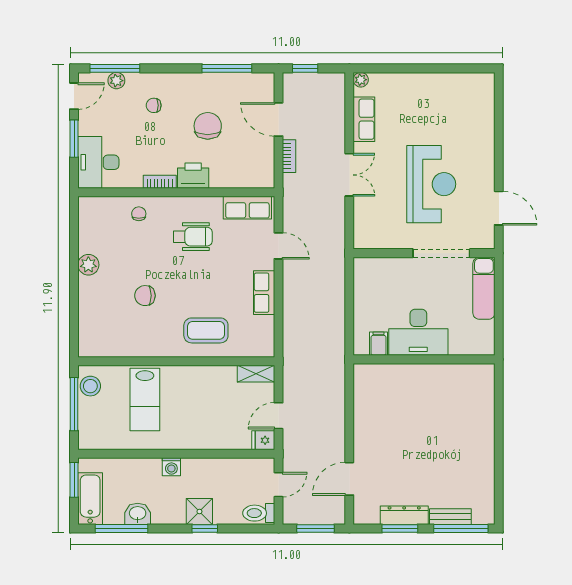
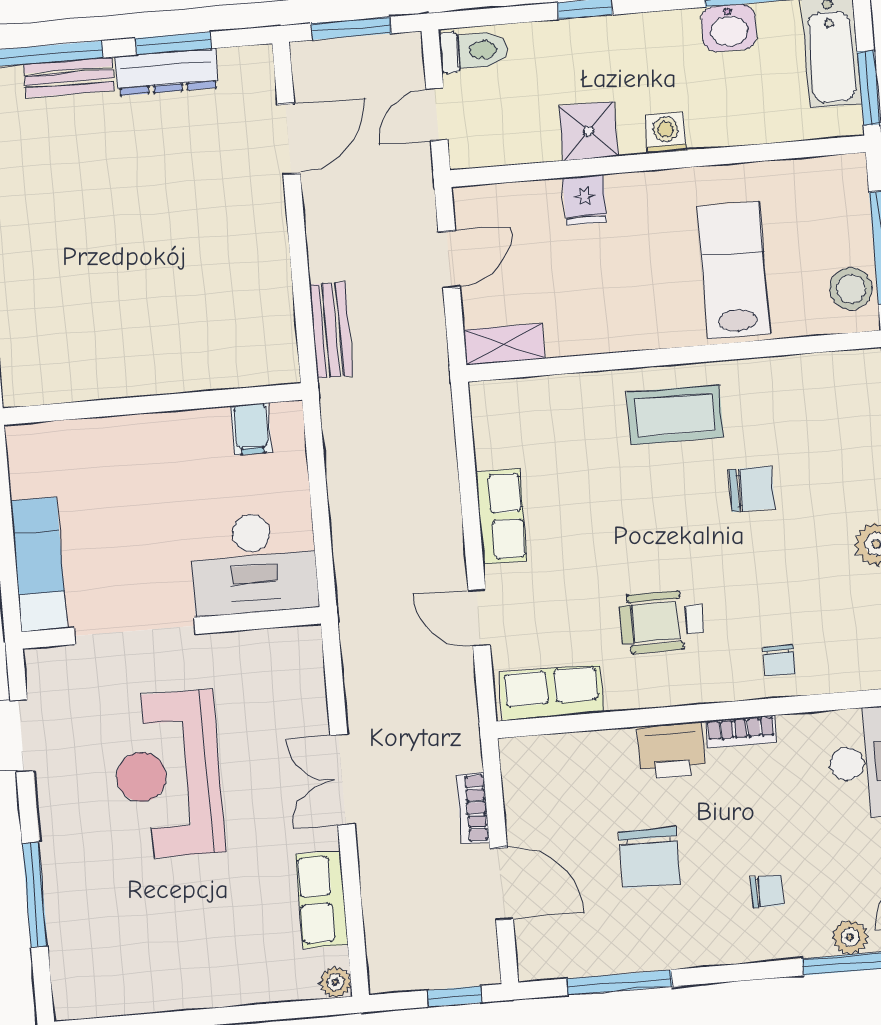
window: (499, 133) -> (35, 895), added
coffee table: (206, 330) -> (675, 415), moved
desk: (418, 332) -> (254, 563), moved, turned 180
bench: (337, 387) -> (331, 330), added
fridge: (263, 440) -> (585, 200), moved, turned 90
shower: (199, 512) -> (589, 131), moved

